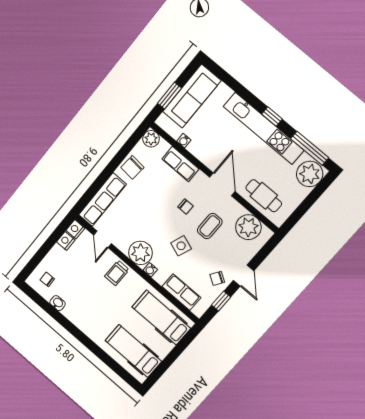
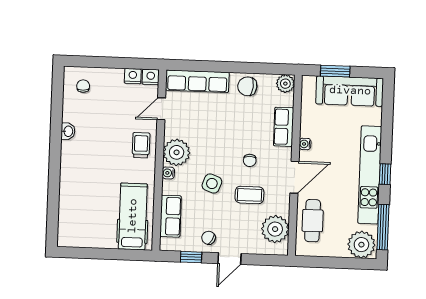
water cooler: (184, 141) -> (305, 144), moved
trolley: (117, 273) -> (141, 145), turned 90
washbasin: (58, 303) -> (68, 131), moved
hospital bed: (133, 351) -> (81, 215), removed

